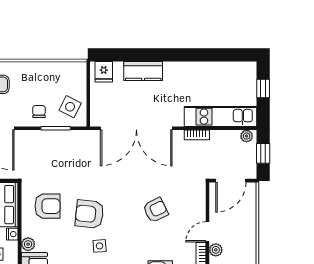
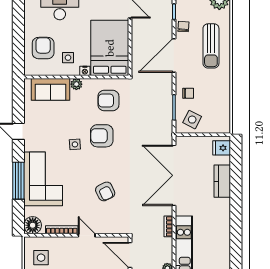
armchair: (47, 206) -> (108, 100), turned 90
armchair: (89, 214) -> (102, 136), turned -96
plant: (216, 250) -> (72, 242), removed

